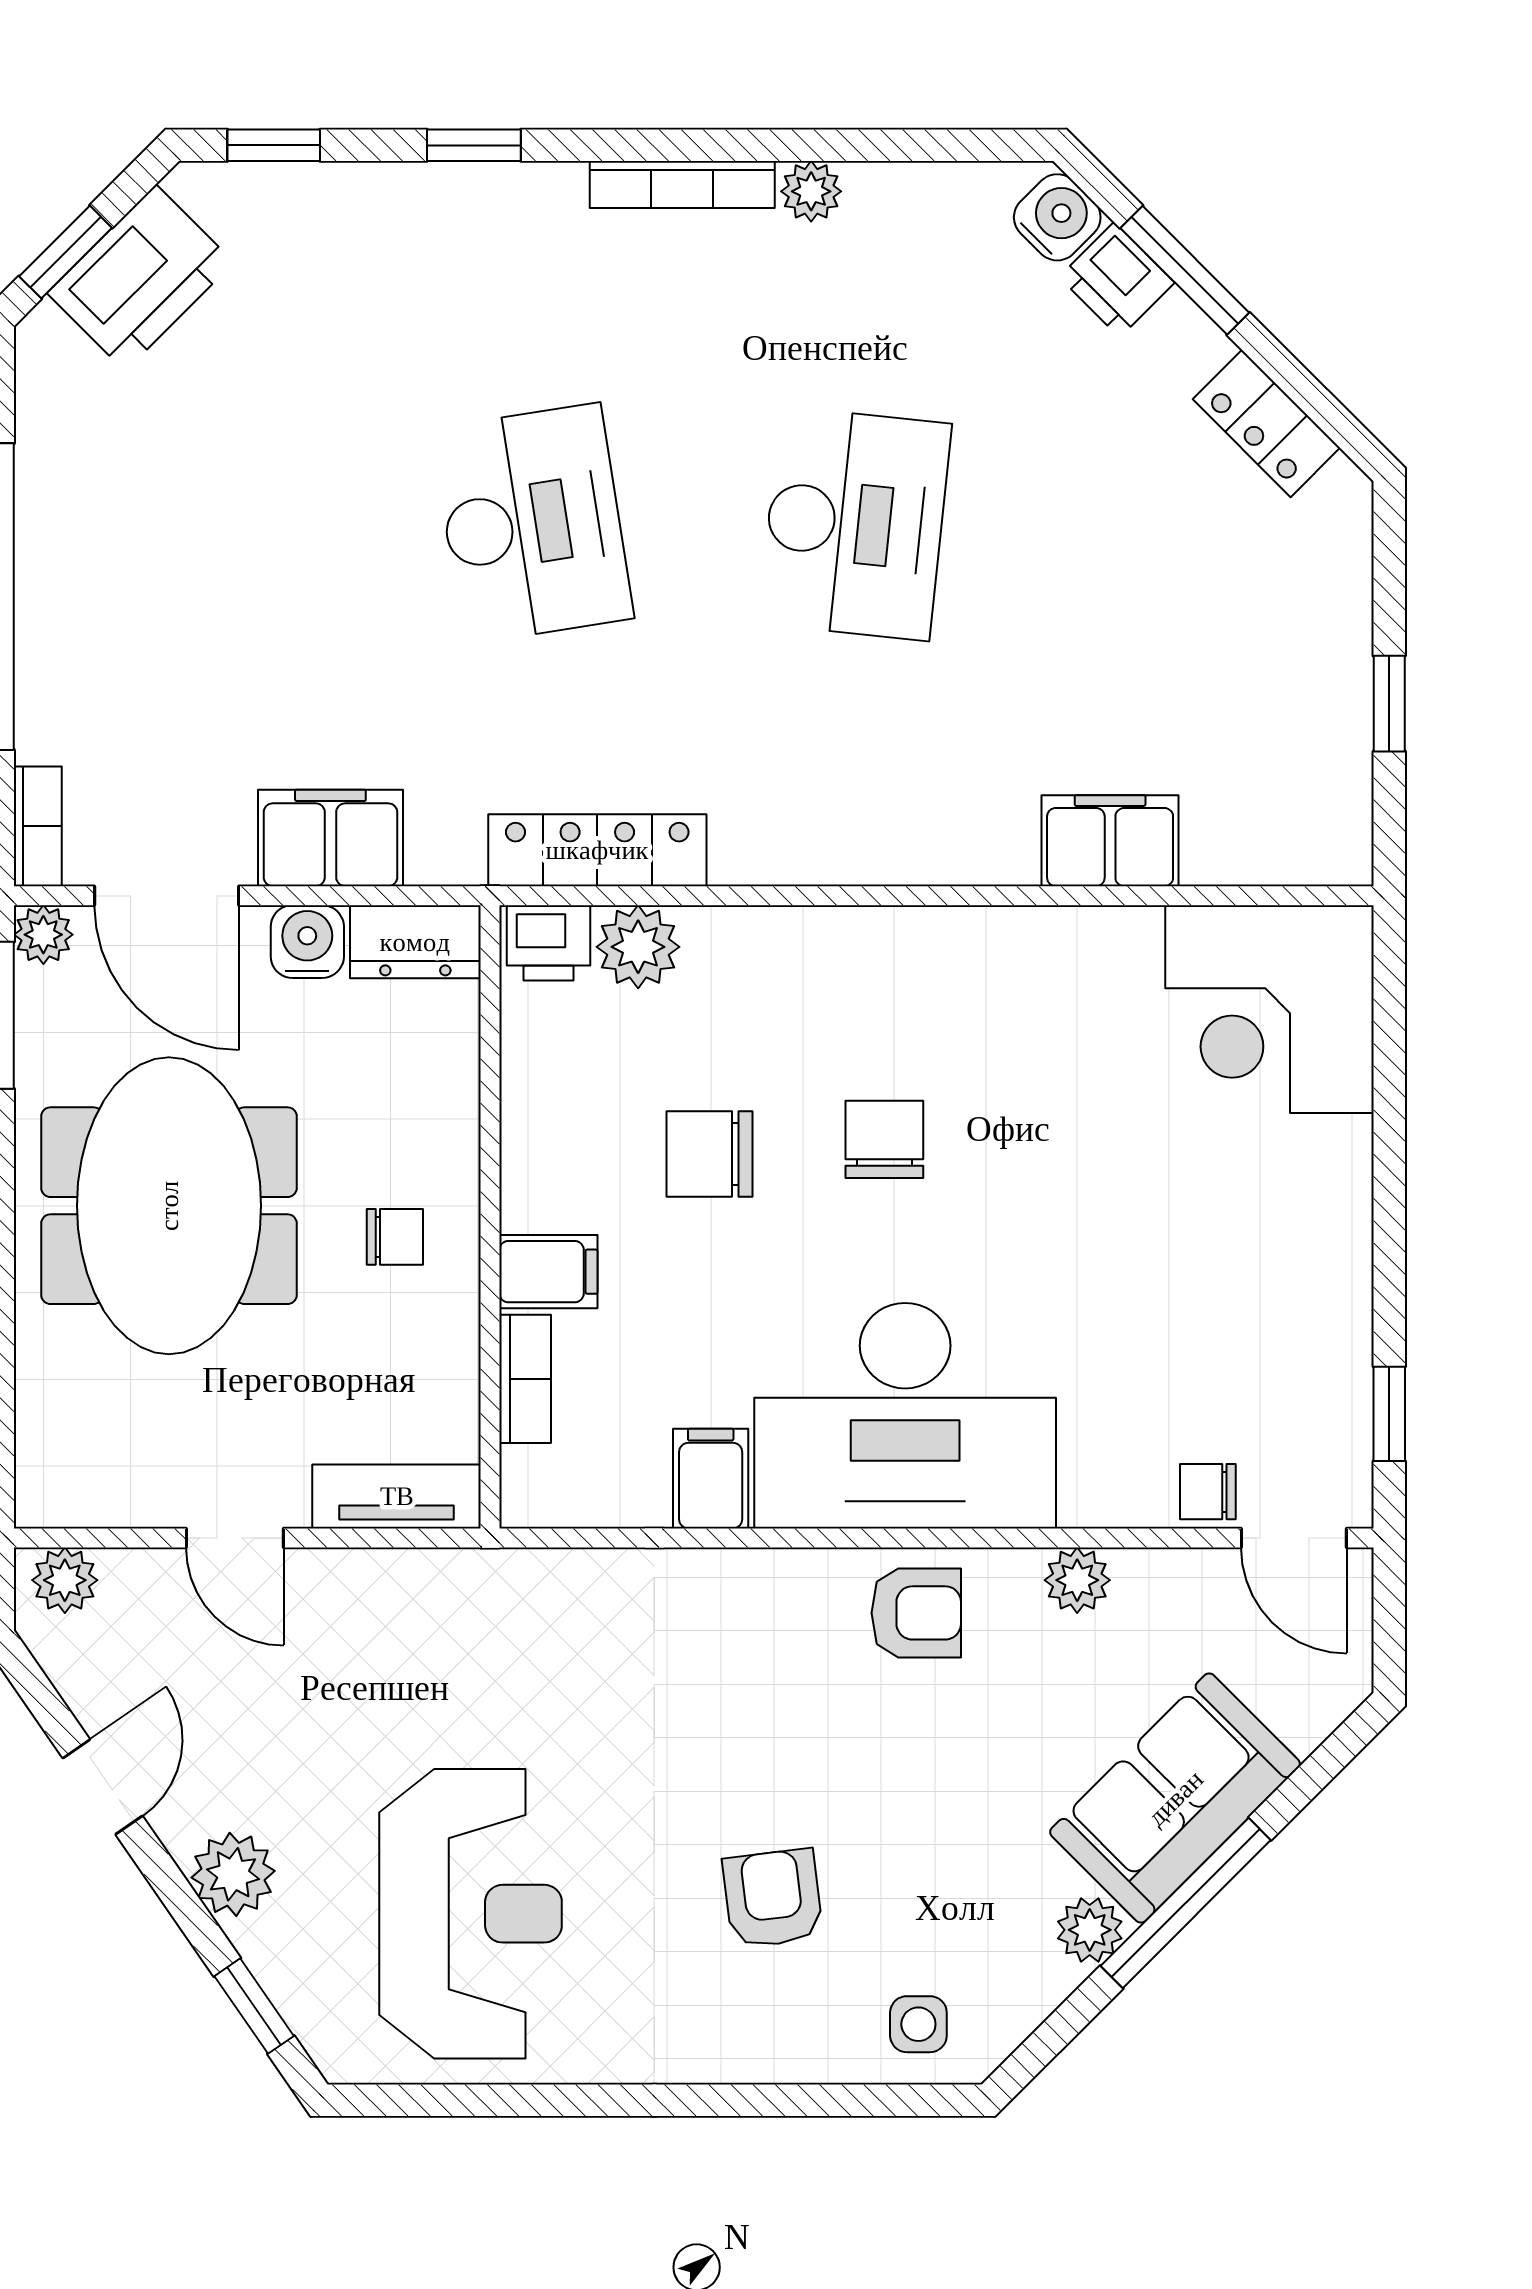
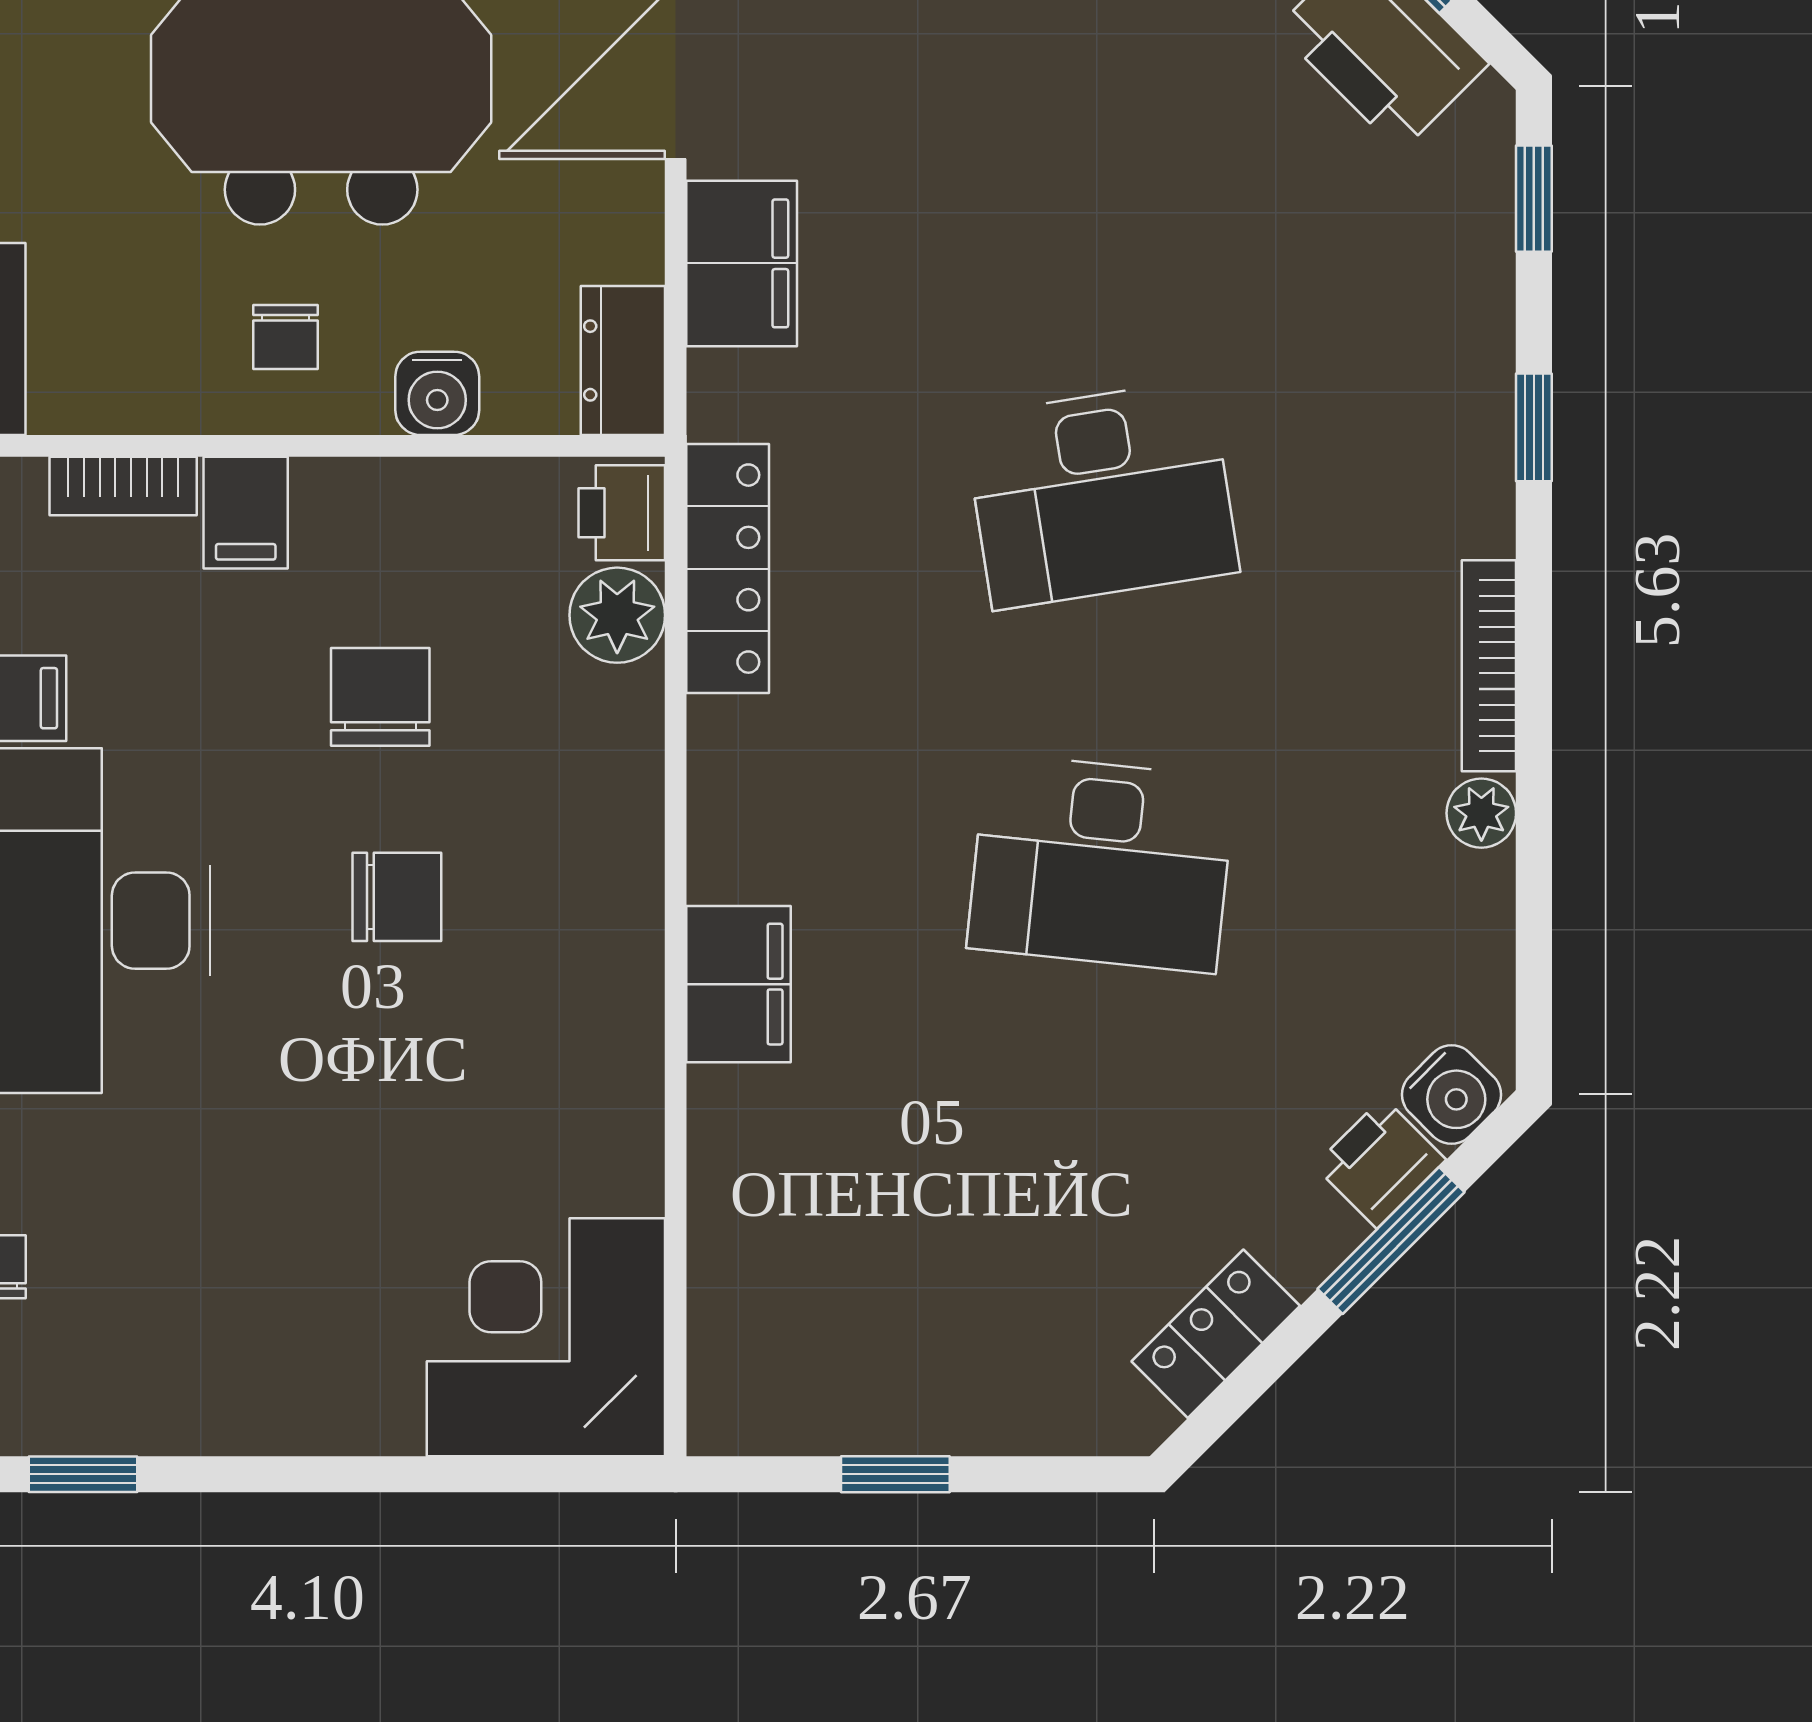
filing cabinet: (1110, 841) -> (739, 984), moved
water cooler: (307, 942) -> (437, 393), moved, turned 90

